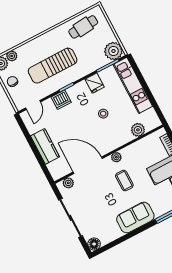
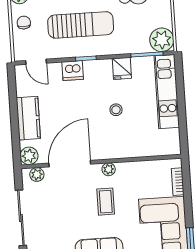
sun lounger: (53, 66) -> (81, 25), turned 180
door: (33, 105) -> (36, 62), hinge flipped
plant: (138, 130) -> (29, 156), moved
door: (88, 165) -> (70, 164), hinge flipped

